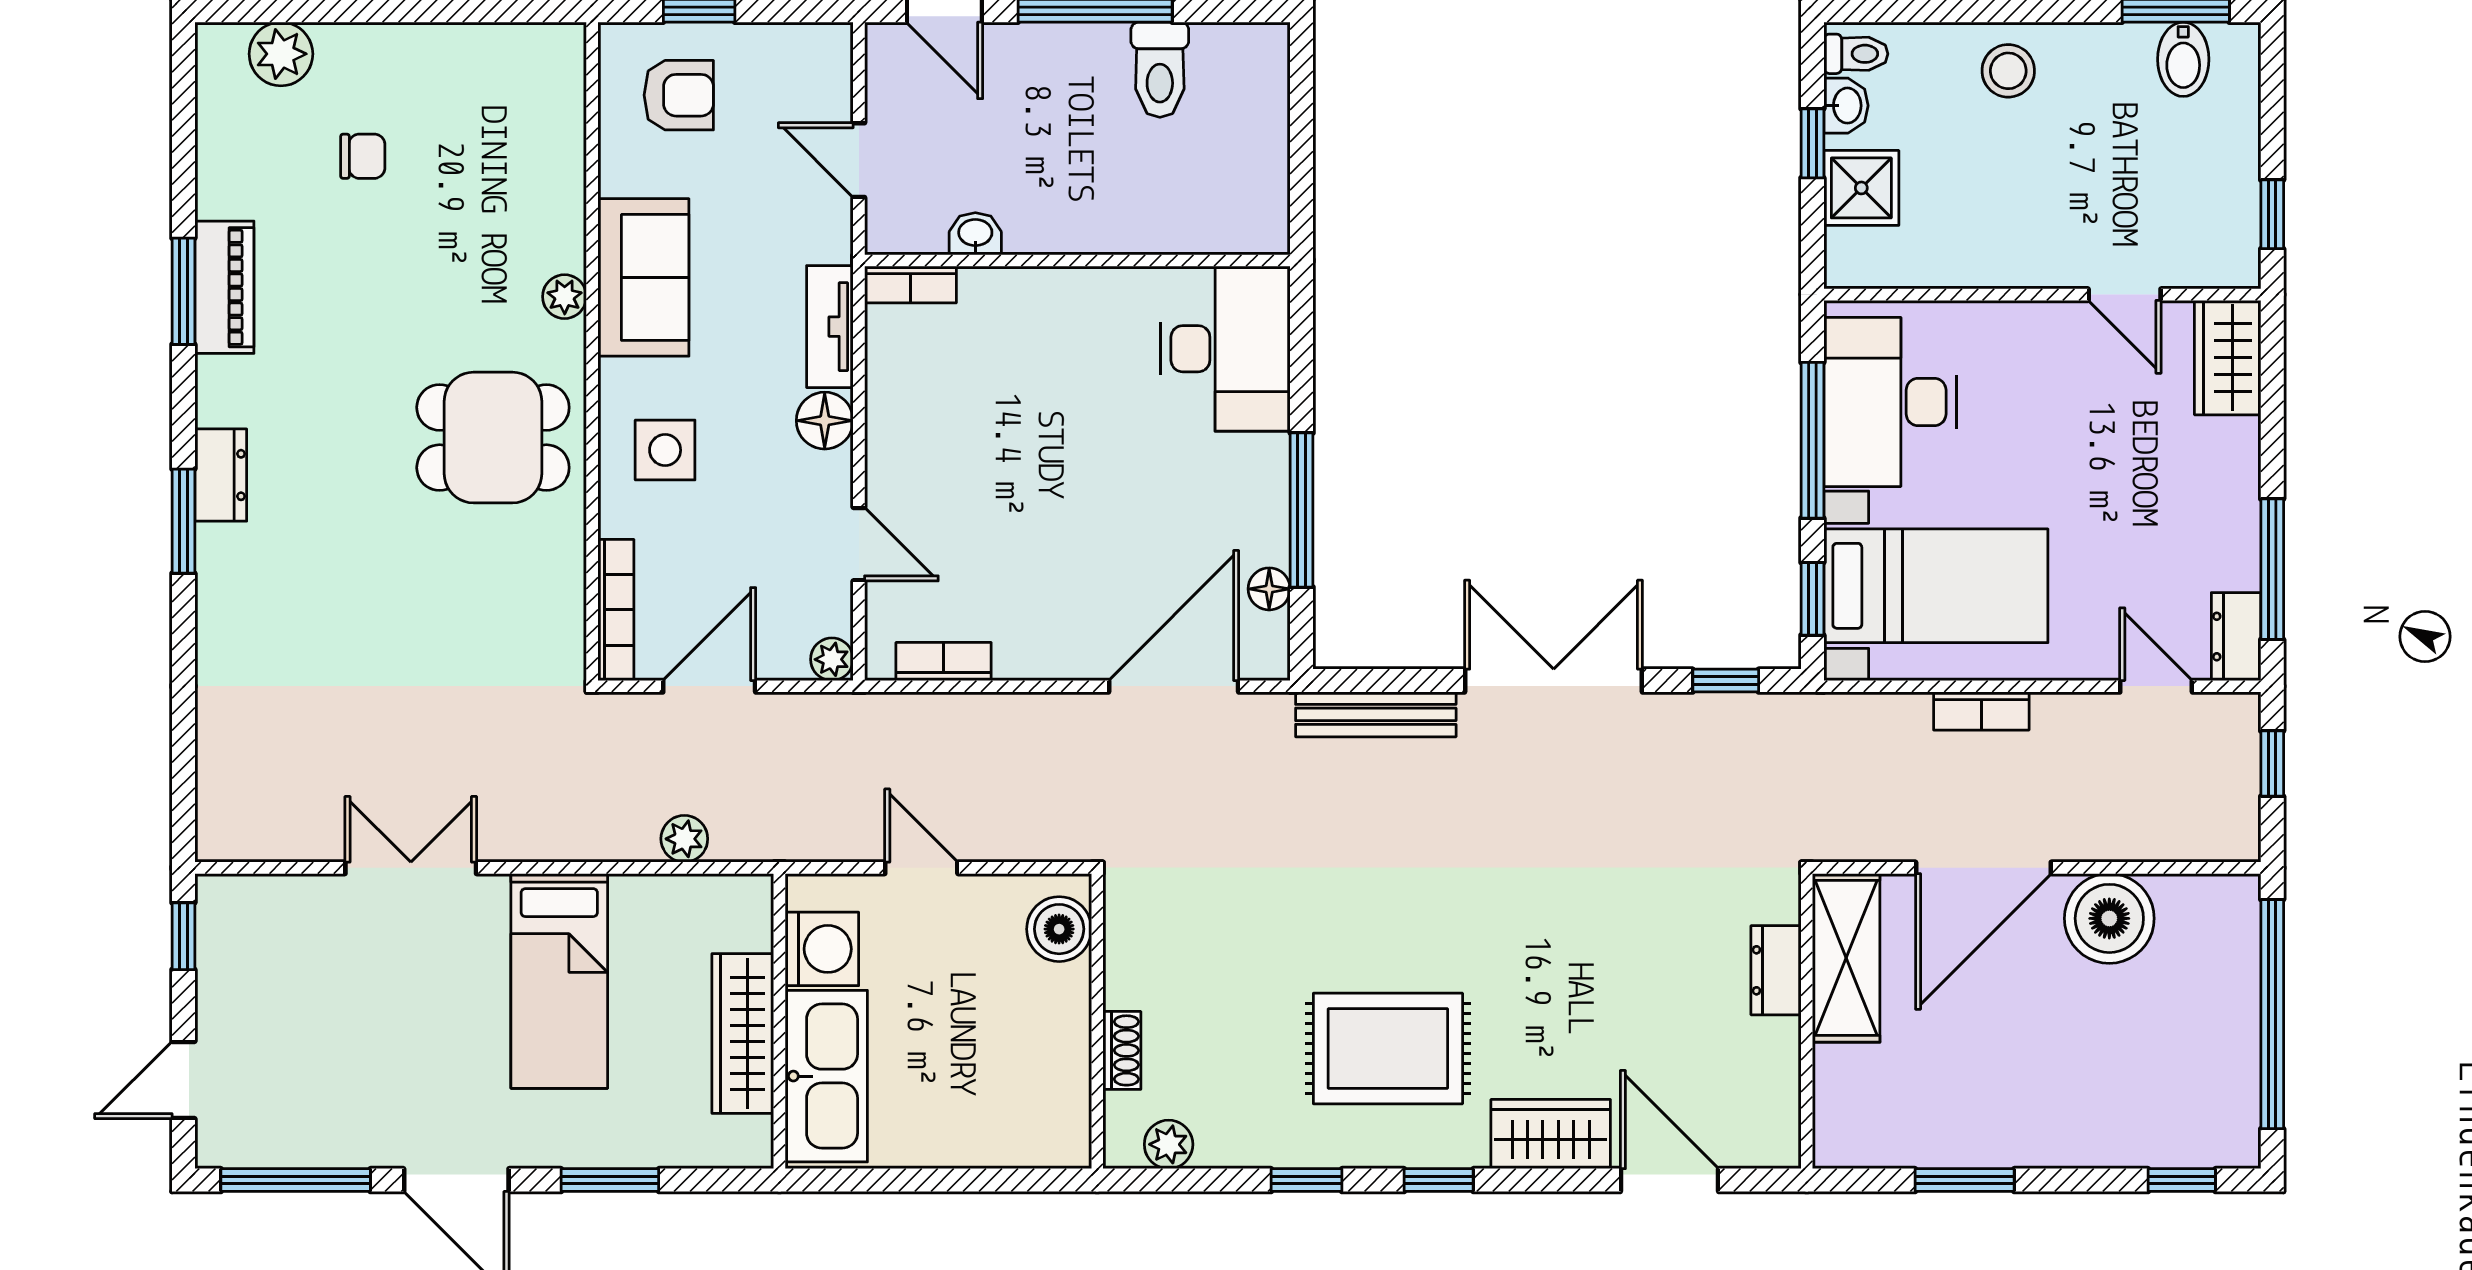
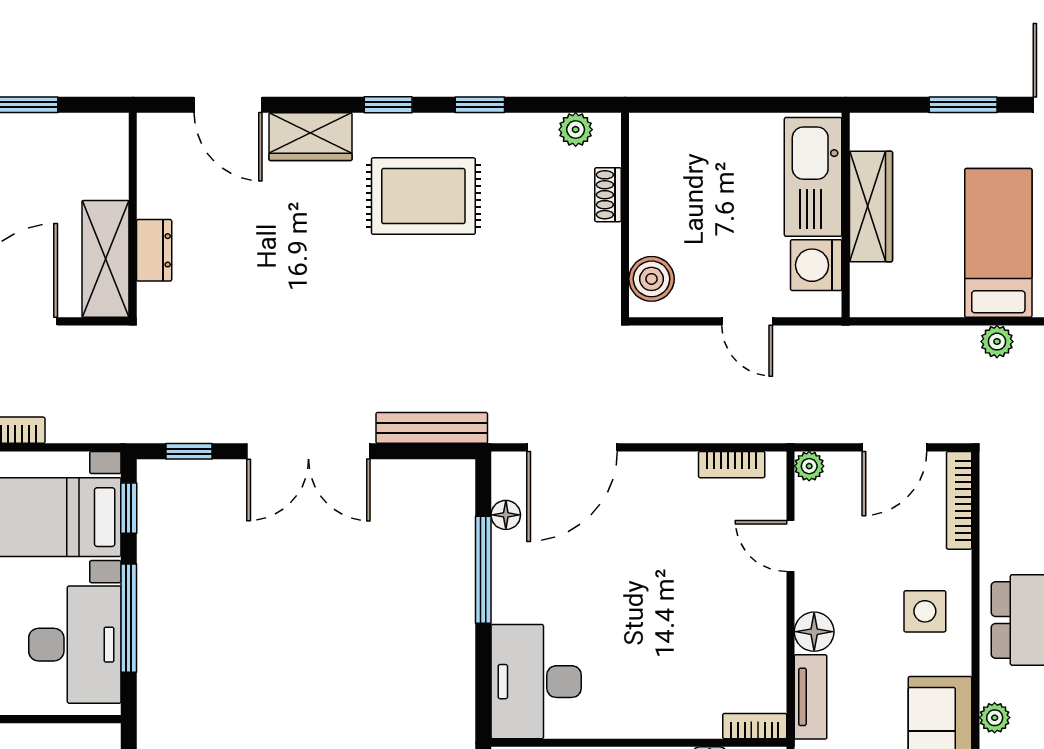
plant: (684, 839) -> (997, 342), moved

